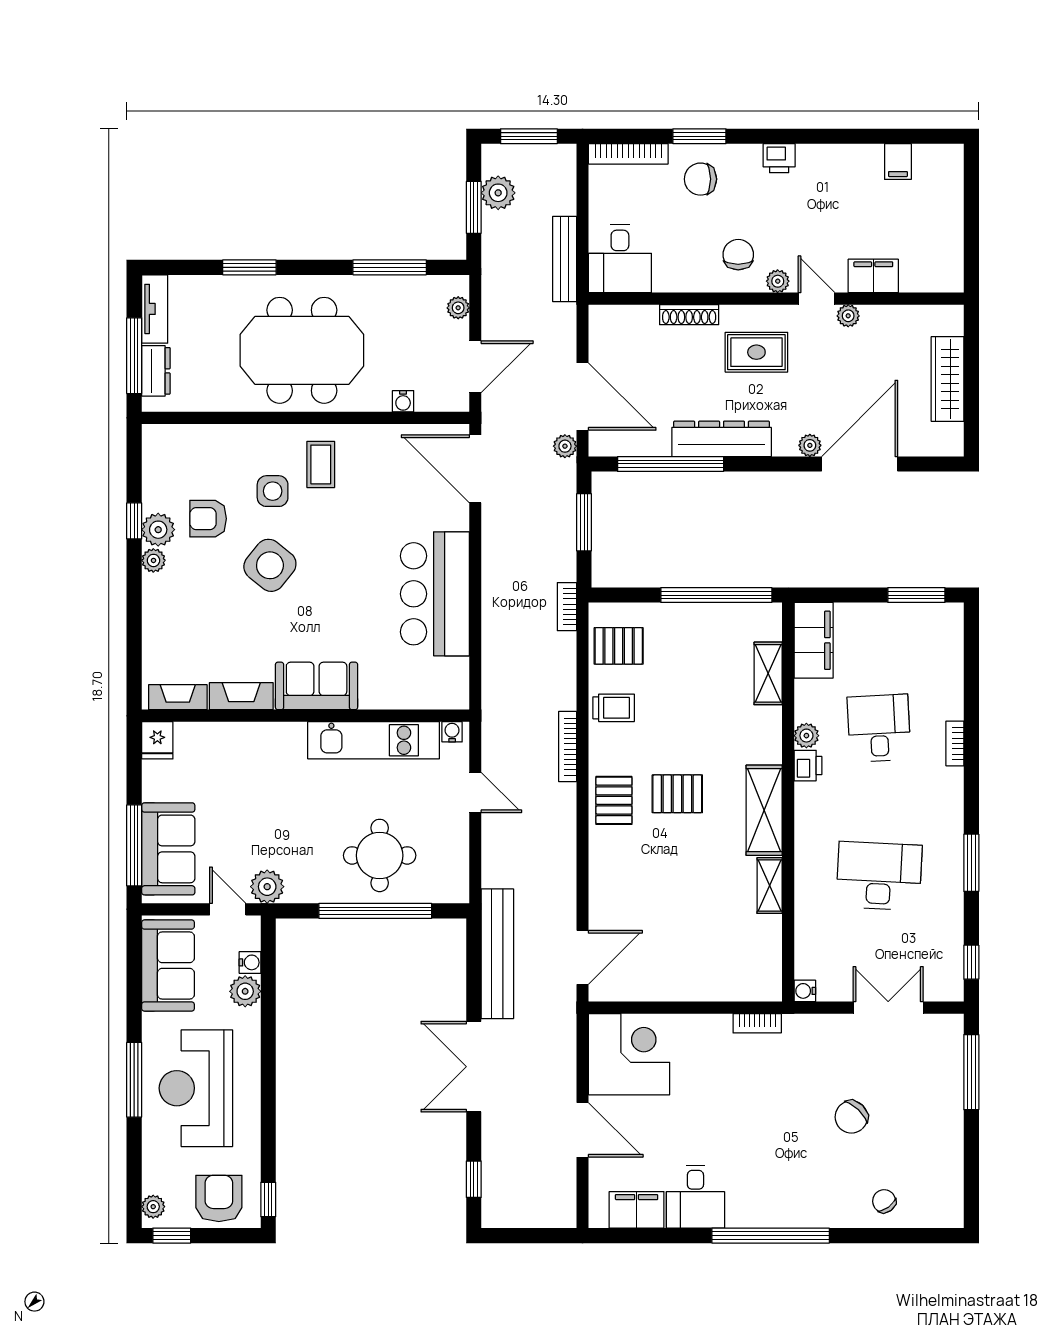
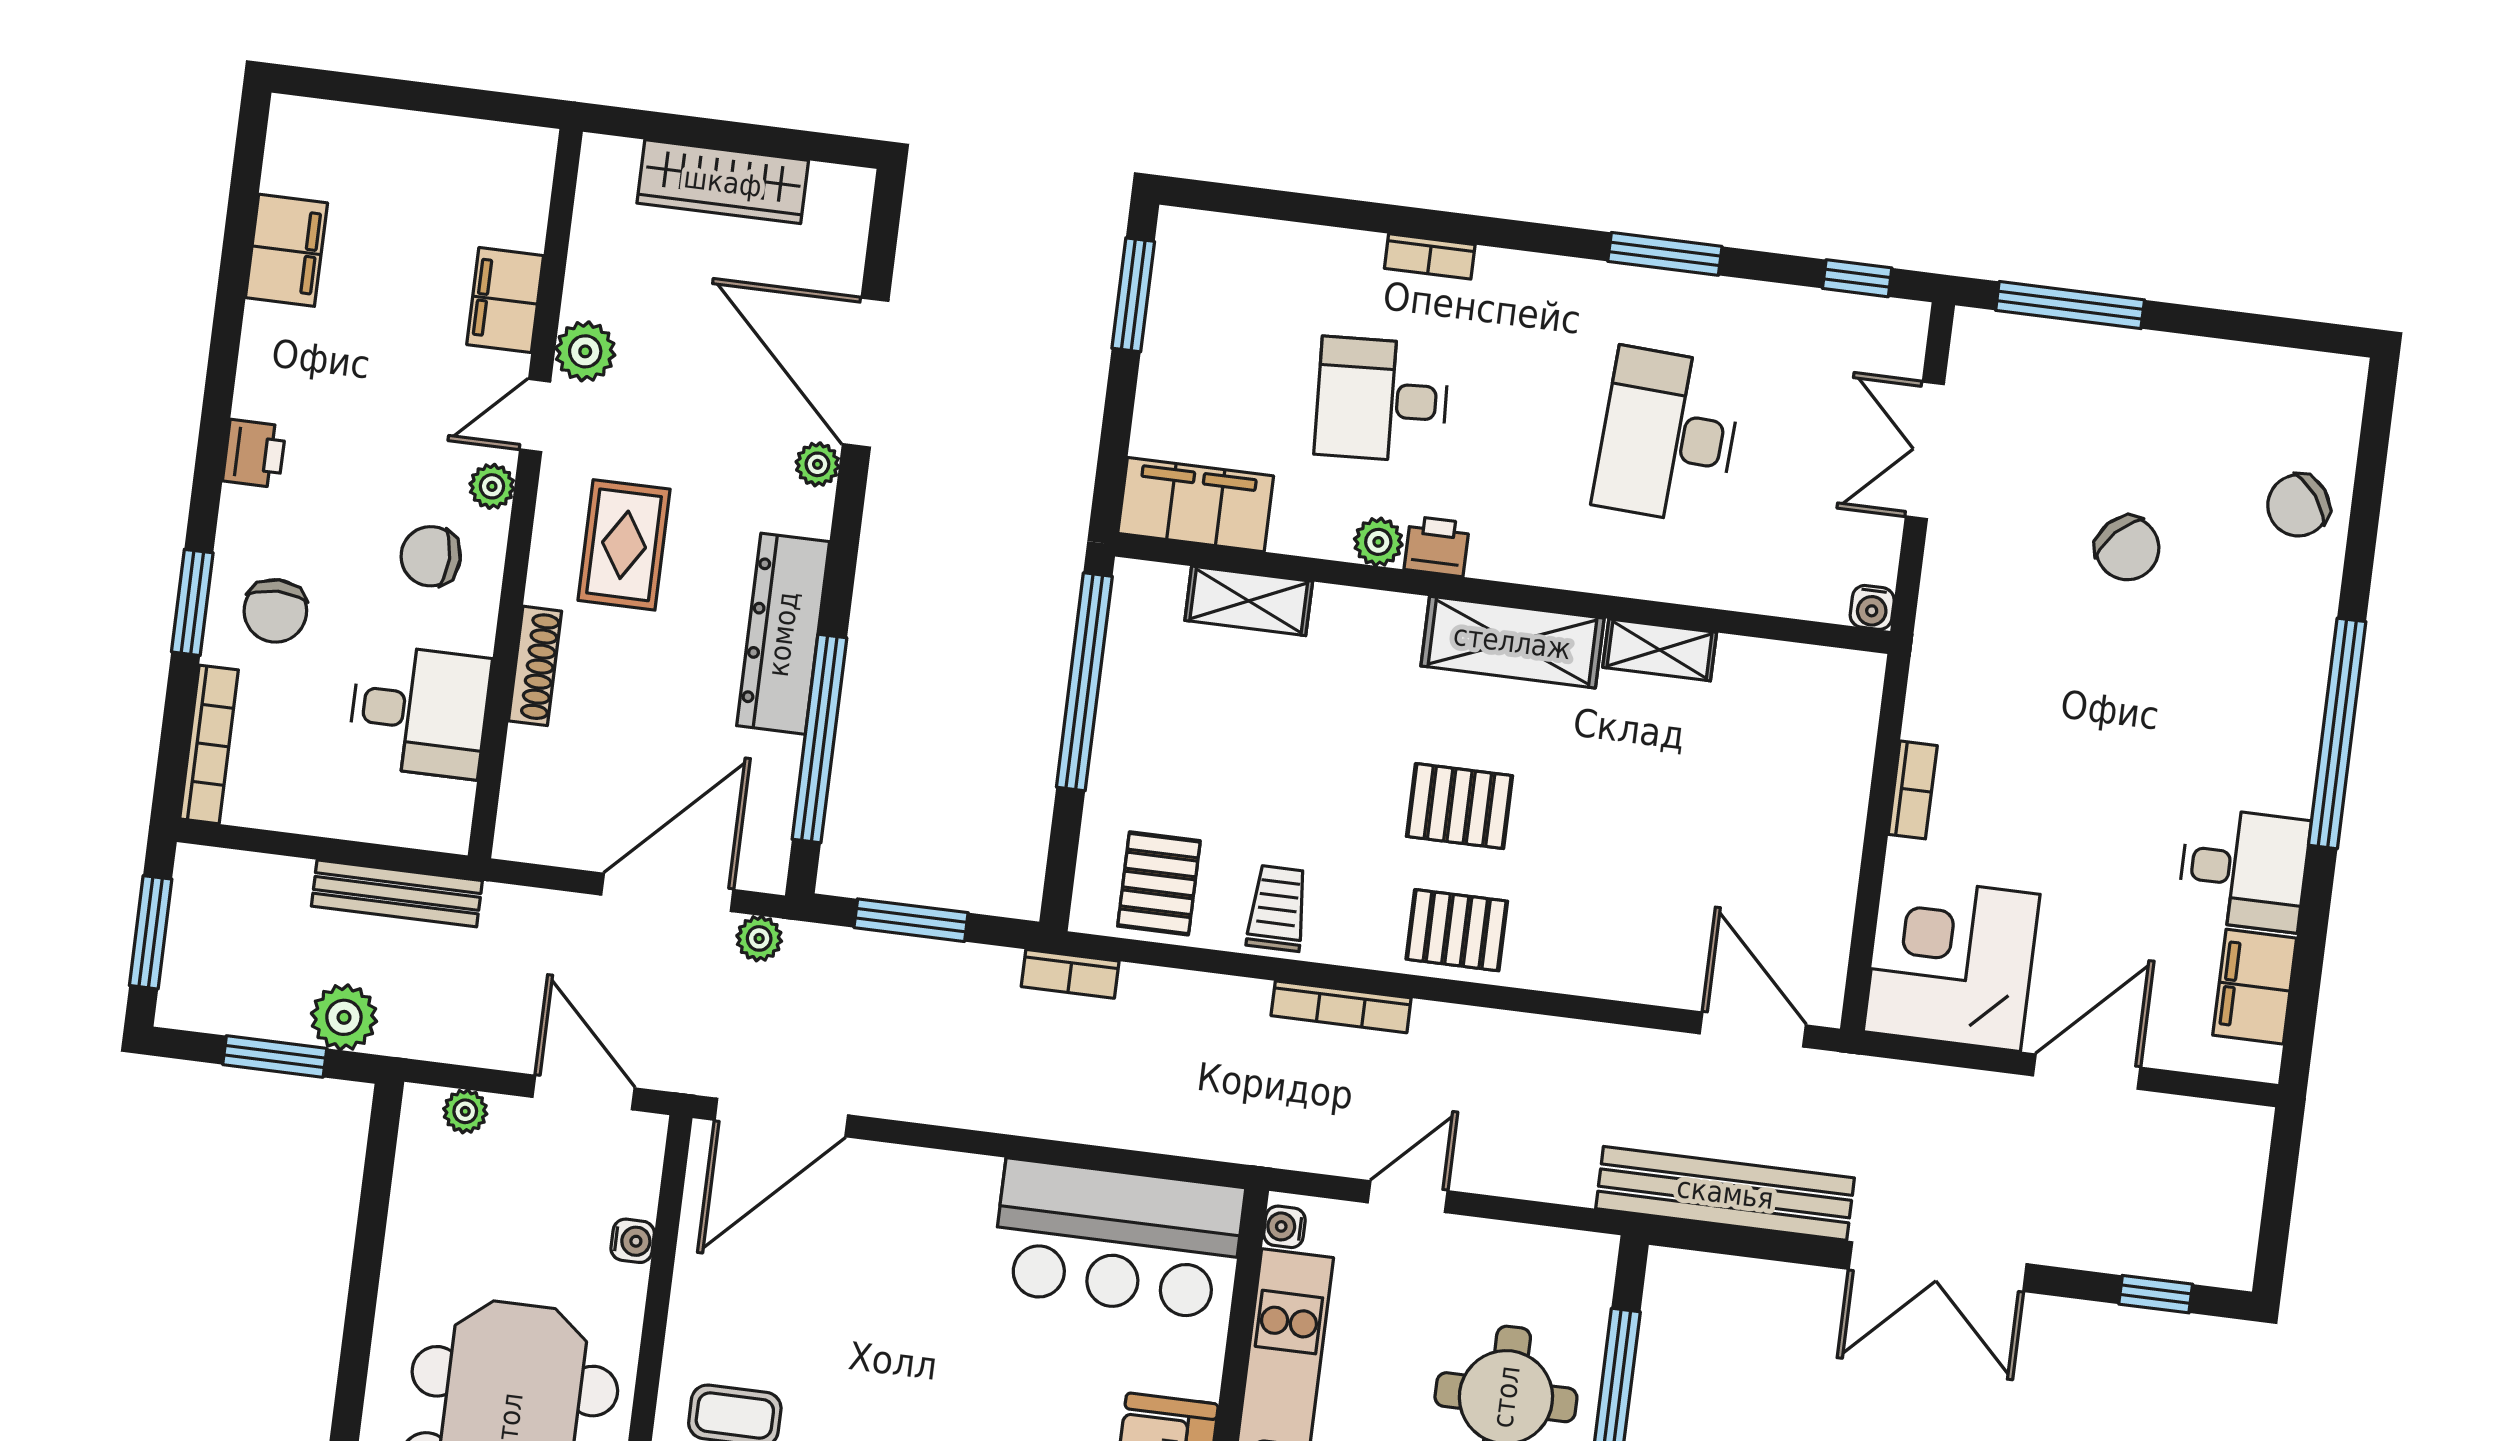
filing cabinet: (898, 162) -> (286, 250), width x2.00
plant: (498, 193) -> (344, 1017), moved
desk: (620, 259) -> (419, 711), moved
window: (390, 267) -> (370, 1234), removed
plant: (848, 316) -> (585, 351), width x1.38, depth x1.38
bar counter: (435, 594) -> (1118, 1239), moved
pallet: (677, 794) -> (1459, 806), turned 90
bookcase: (757, 1023) -> (1913, 790), moved
chair: (884, 1201) -> (2298, 505), width x1.37, depth x1.37

